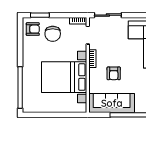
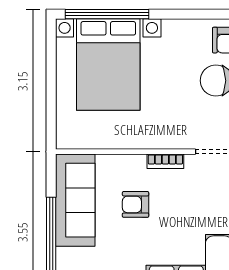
bed with nightstands: (64, 77) -> (108, 64), moved, turned 180

